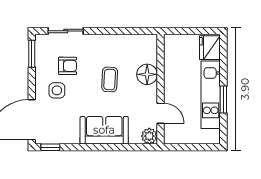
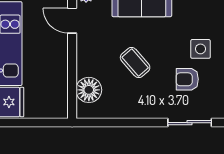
floor lamp: (147, 74) -> (89, 90), moved
coffee table: (110, 79) -> (135, 62), turned -44

